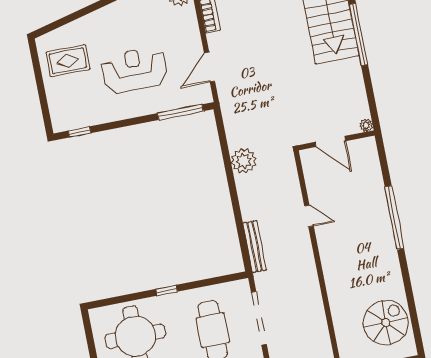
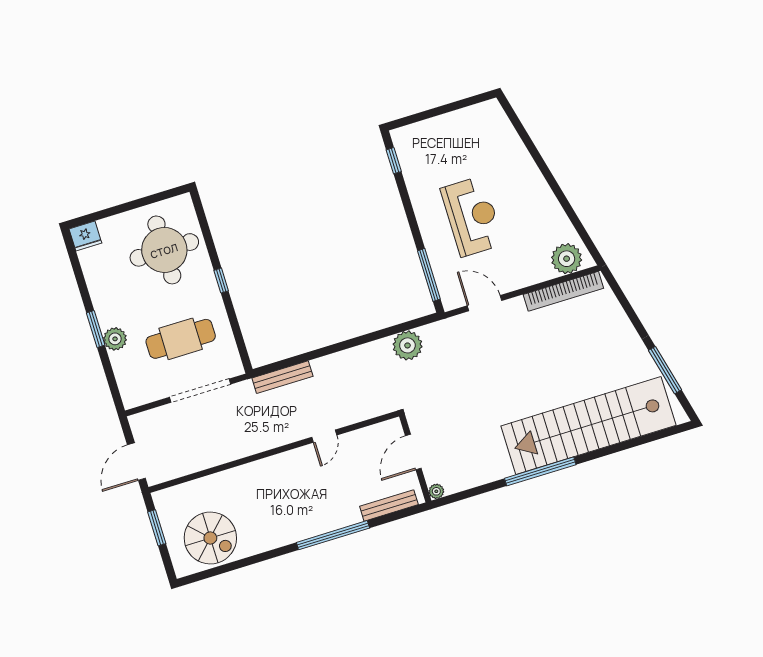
rug: (68, 61) -> (475, 138), removed
plant: (243, 161) -> (407, 345), moved
bench: (374, 167) -> (389, 505), added

